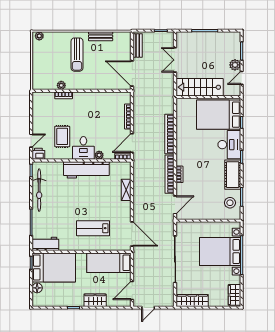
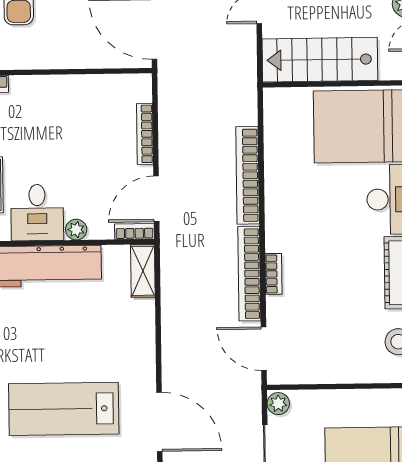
shelving: (126, 190) -> (143, 271), moved
door: (175, 205) -> (264, 349), swing flipped
plant: (181, 227) -> (278, 404), added
lab bench: (93, 228) -> (64, 409), width x1.36, depth x1.39

